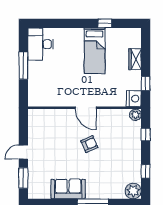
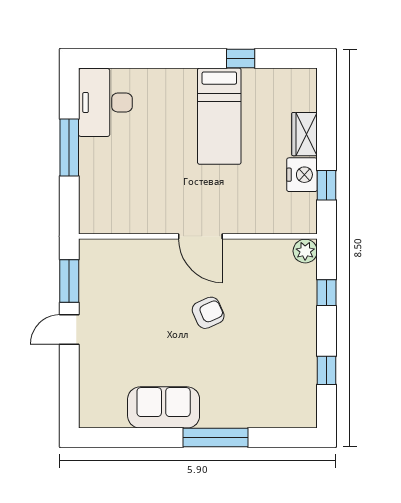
nightstand: (134, 99) -> (302, 175), moved
window: (23, 178) -> (69, 281), moved
plant: (133, 191) -> (300, 411), removed

